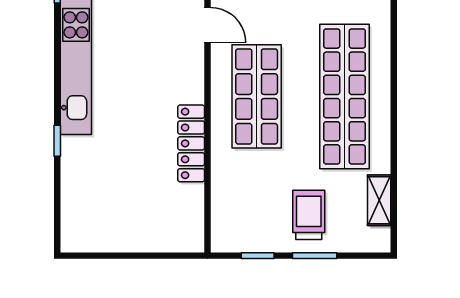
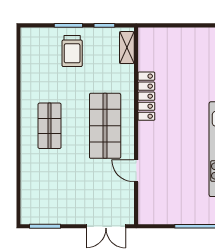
shop shelf: (345, 96) -> (50, 126), width x0.50, depth x0.74
shelving: (379, 200) -> (127, 48), moved

